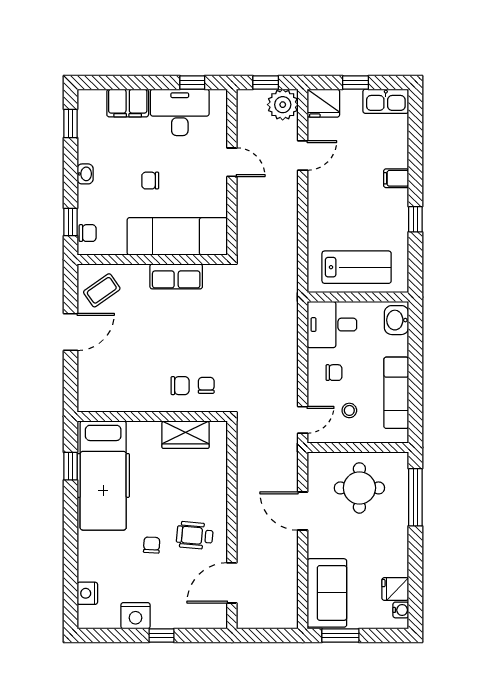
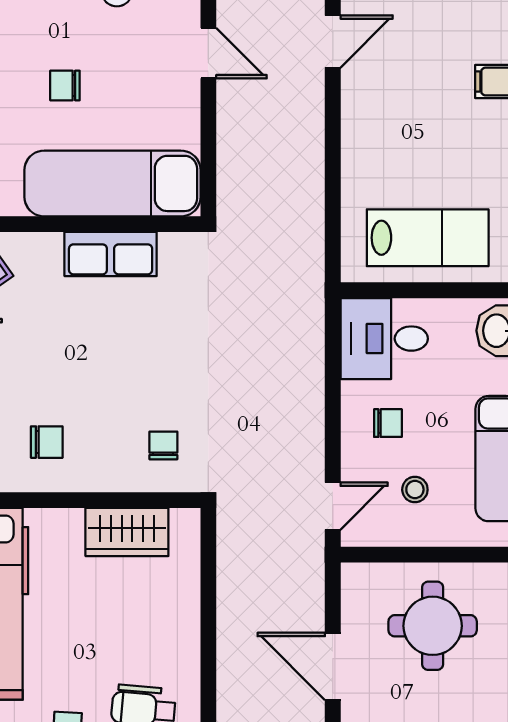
chair: (180, 386) -> (47, 442), moved

